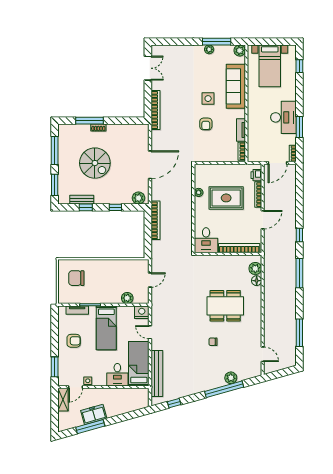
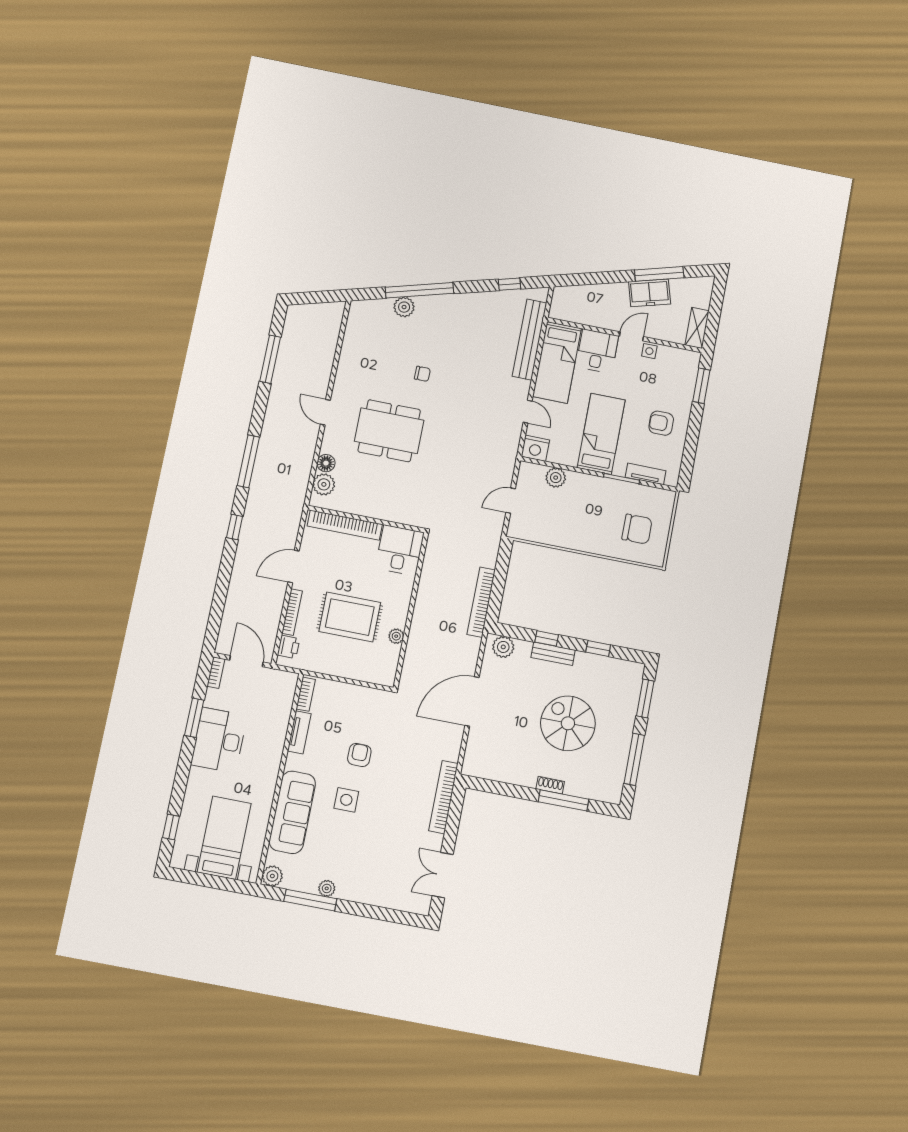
door: (278, 163) -> (246, 661), hinge flipped
bench: (82, 200) -> (553, 654), moved
door: (263, 354) -> (325, 412), moved
door: (75, 387) -> (631, 336), moved

